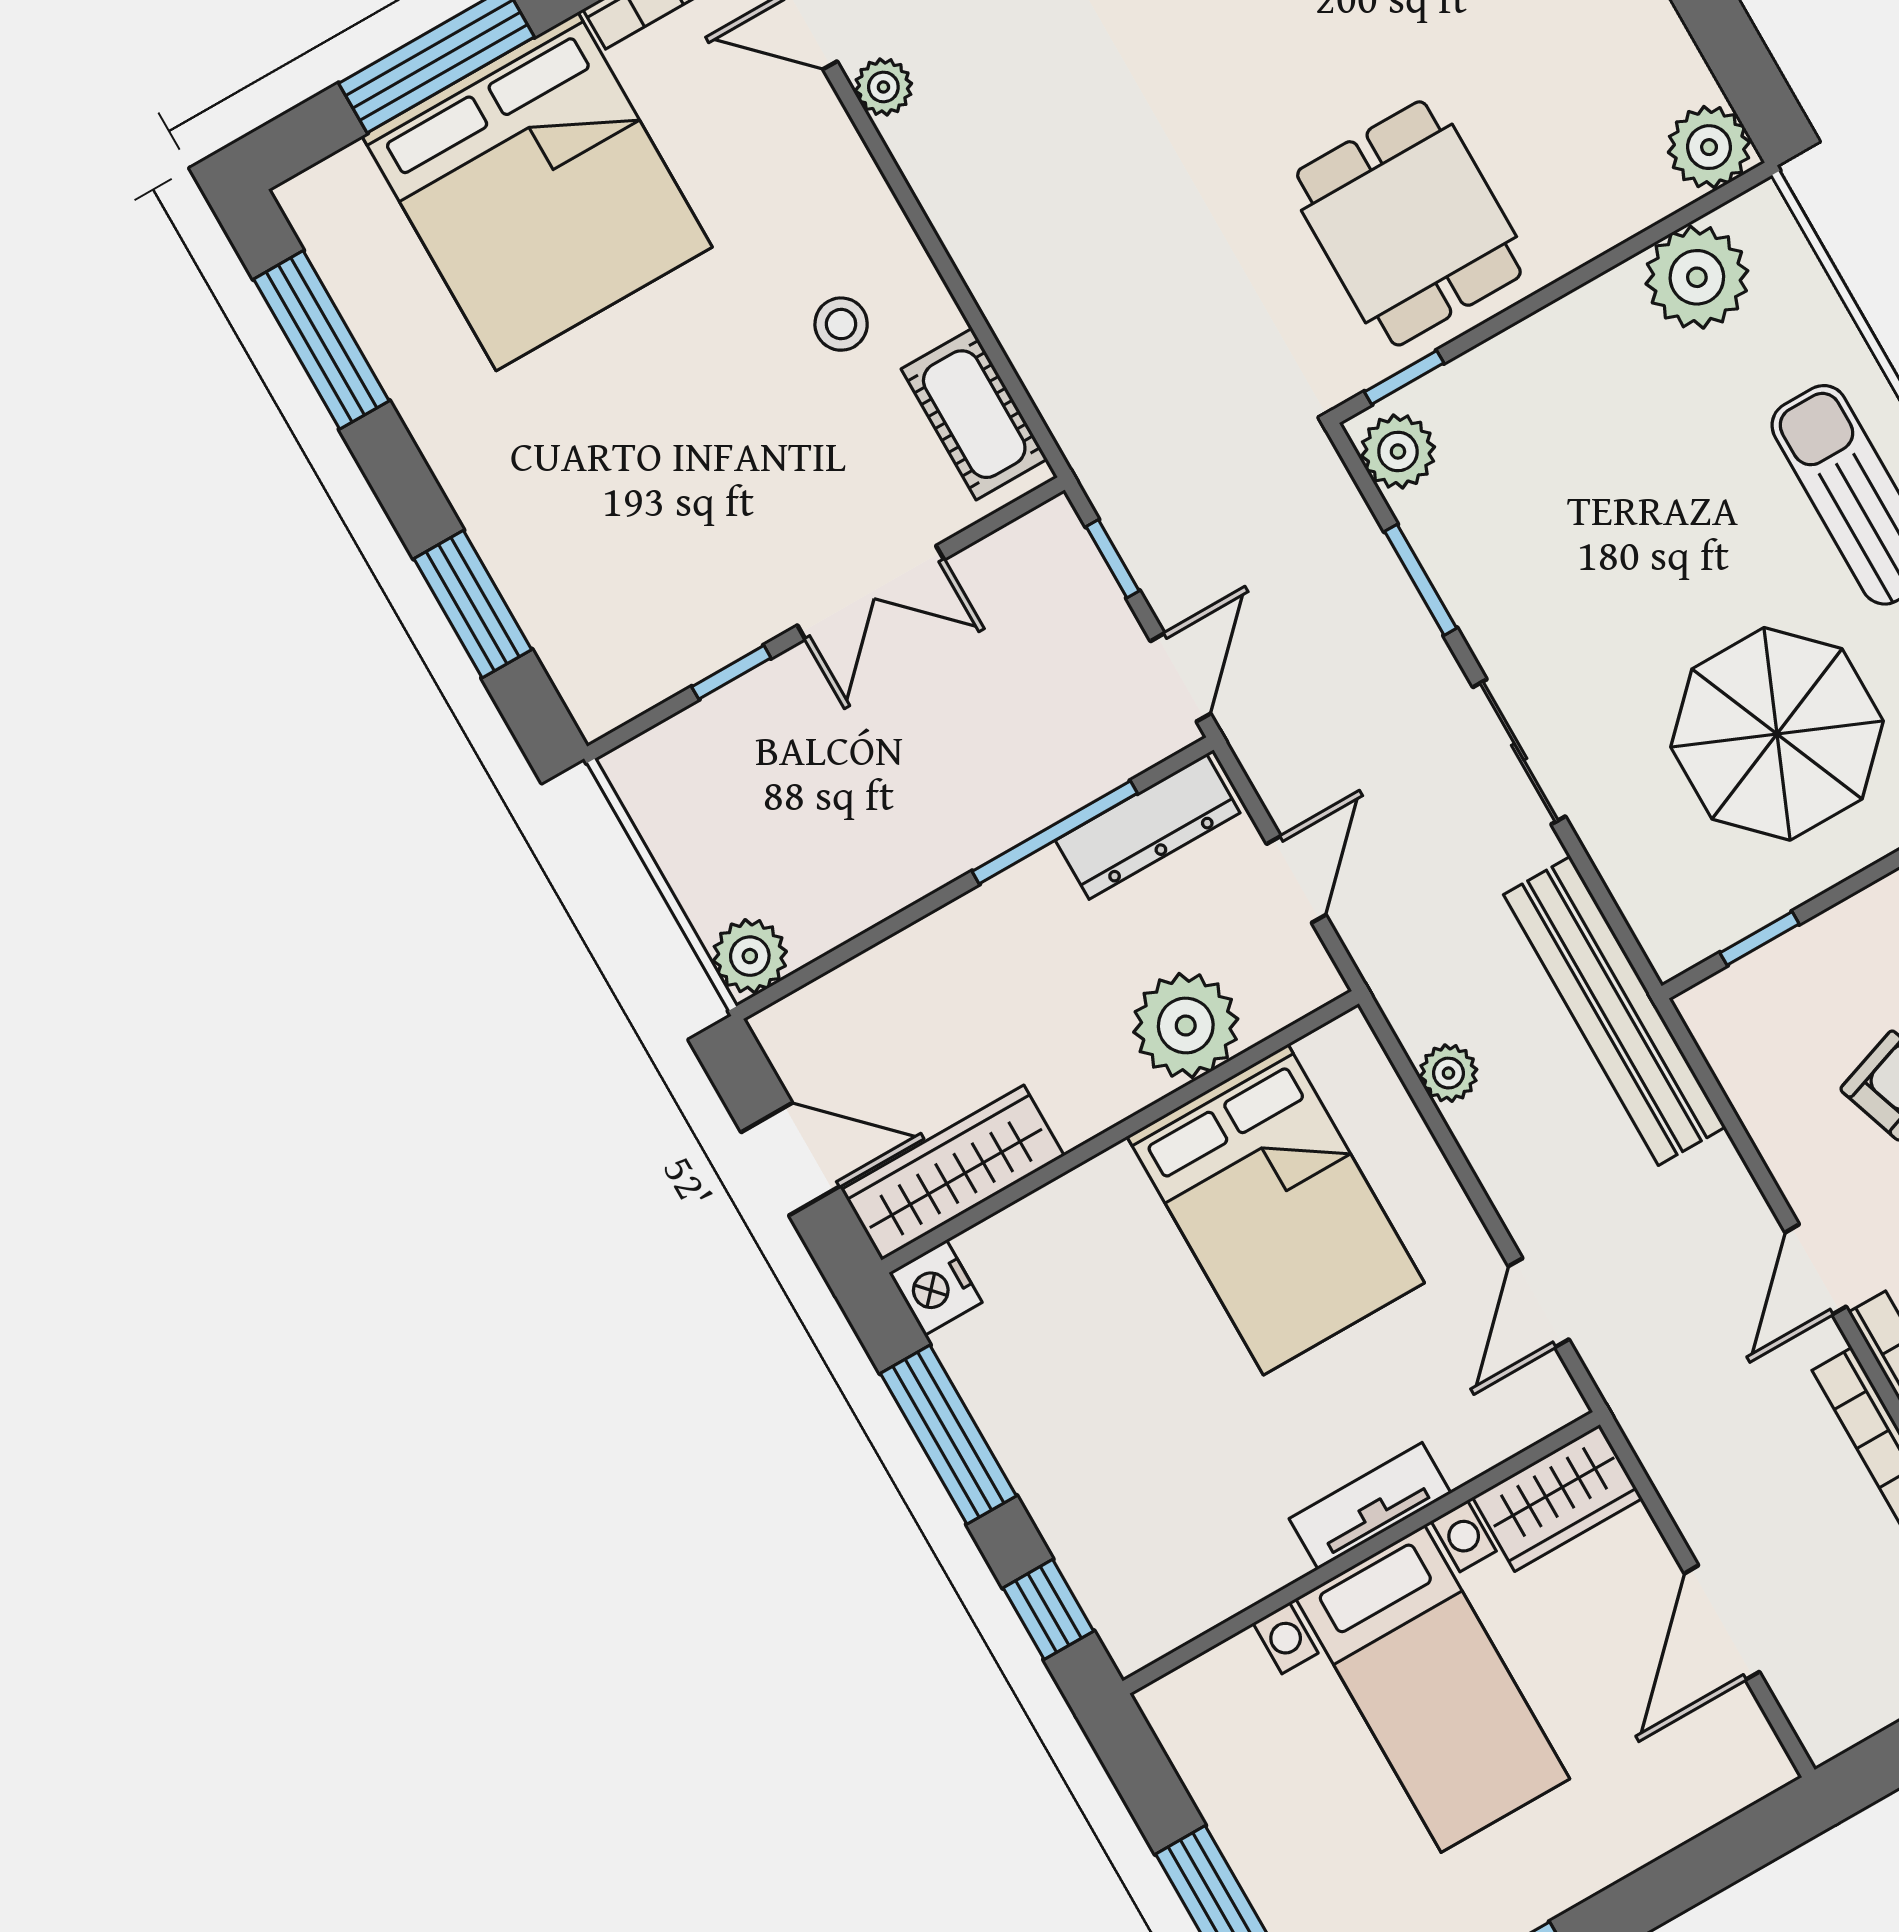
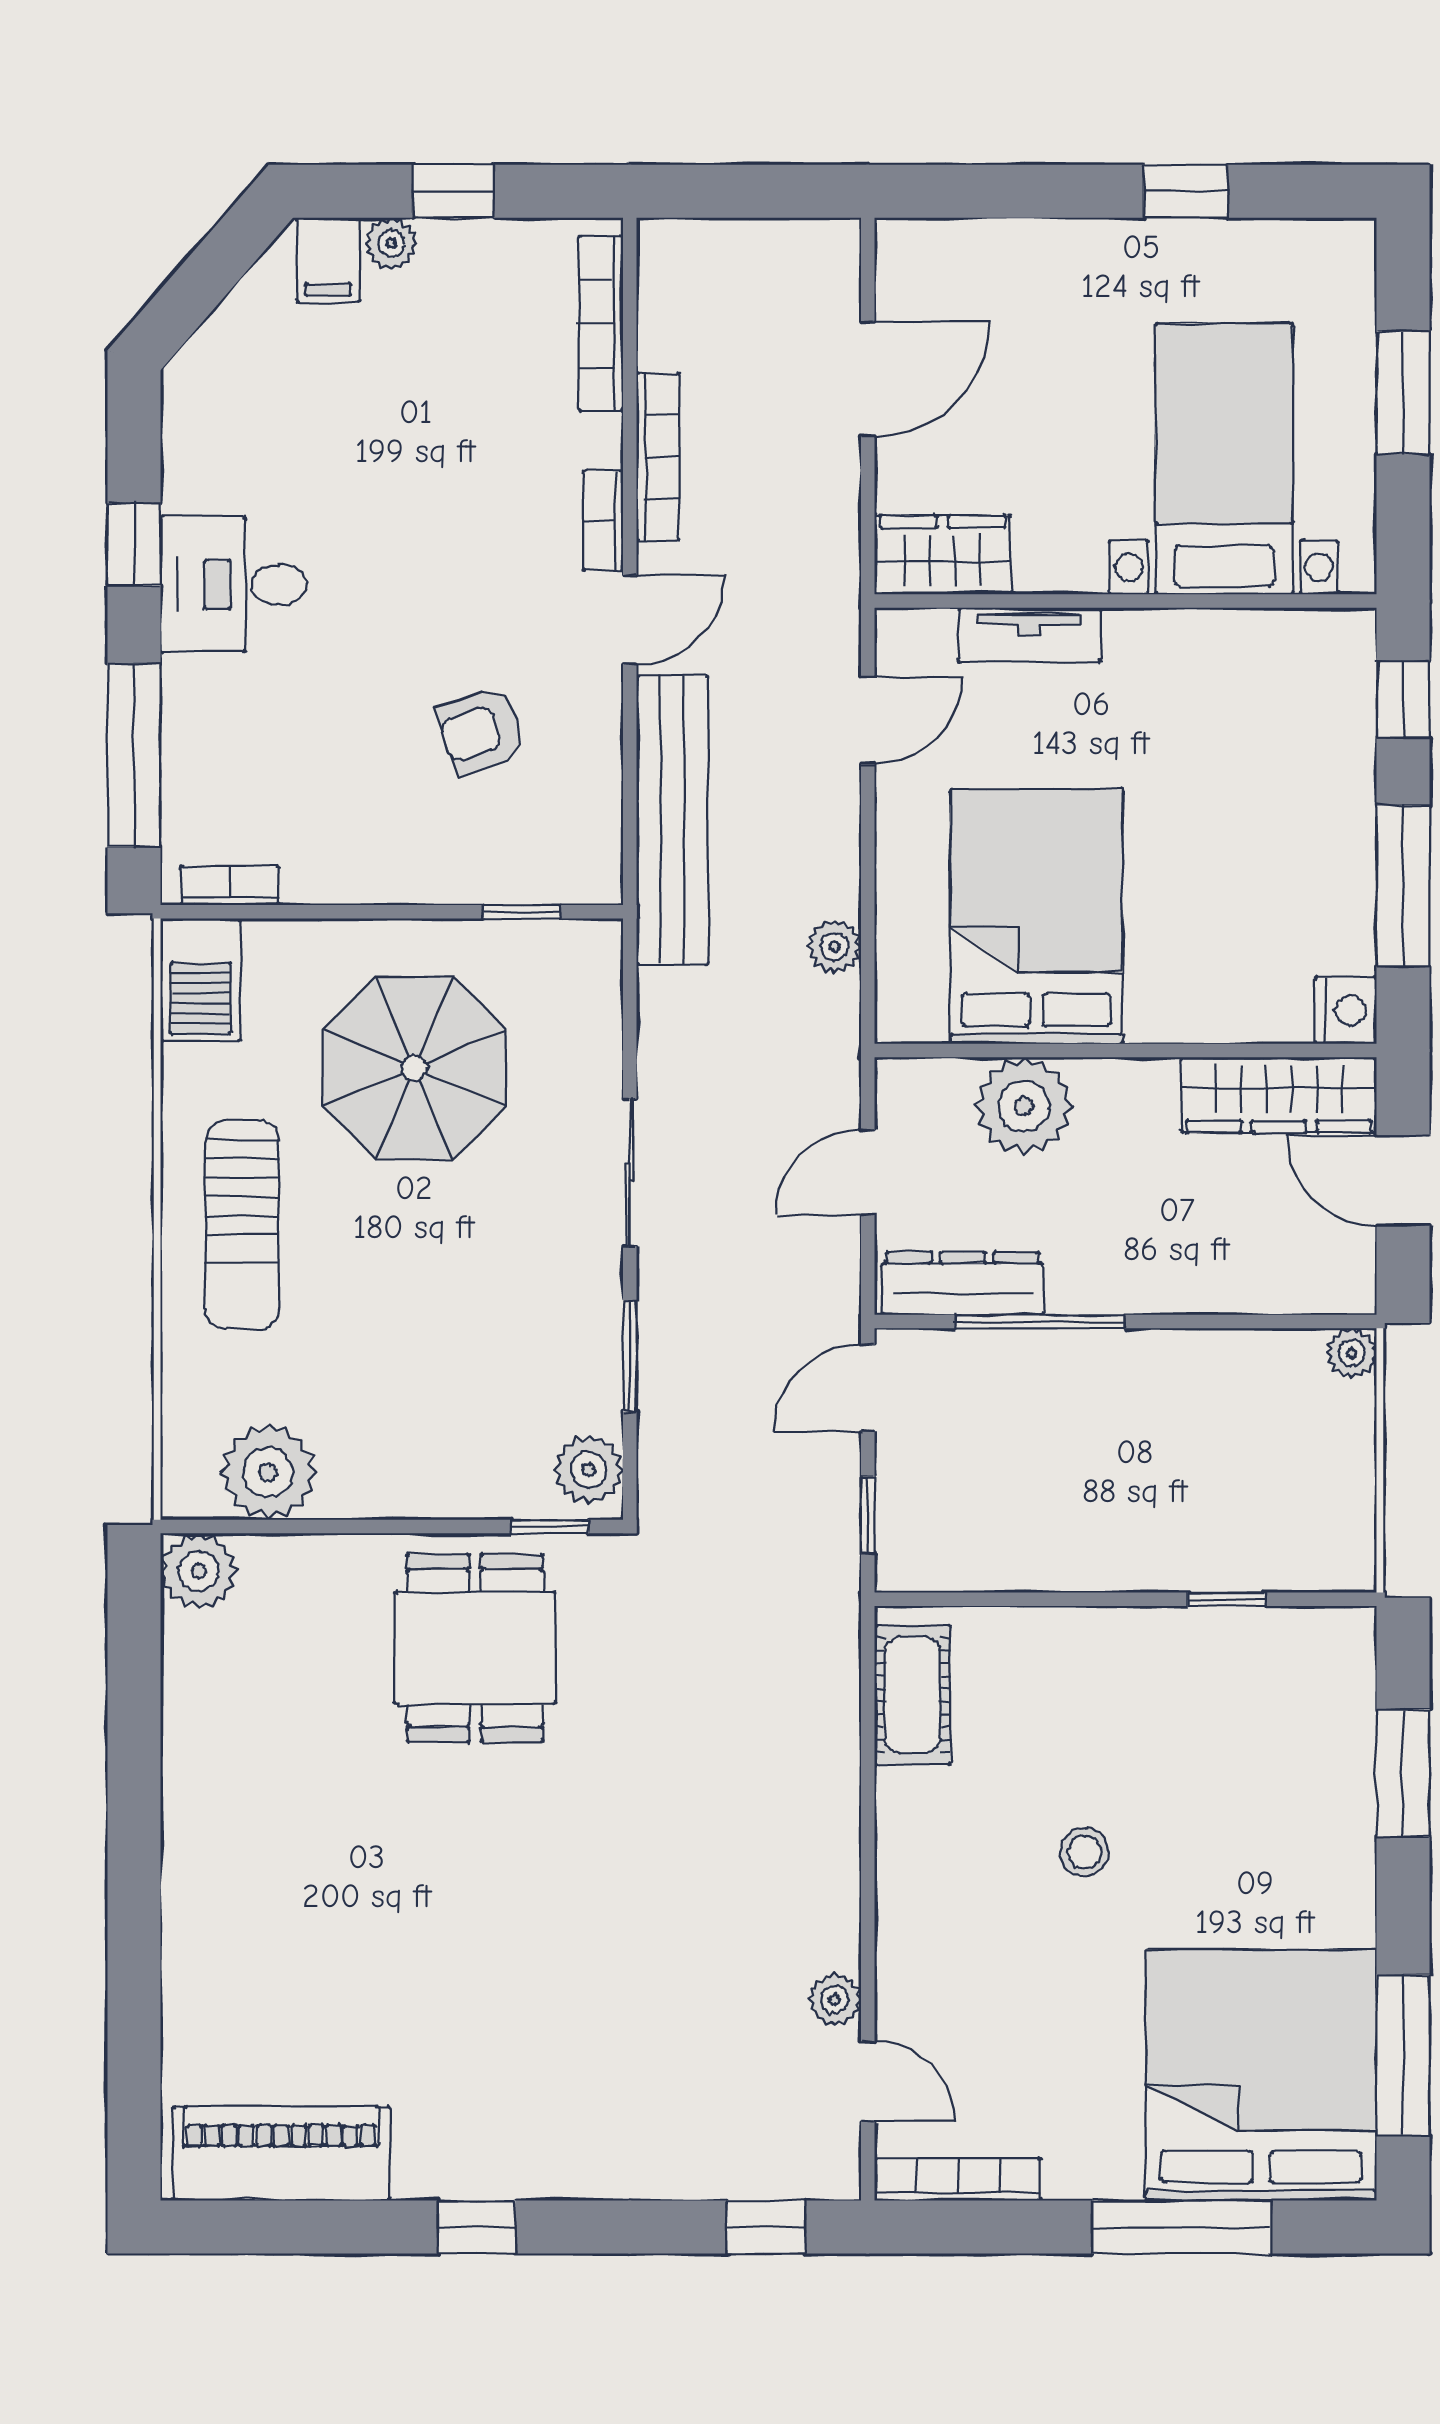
bed: (537, 191) -> (1261, 2075), moved
stool: (841, 324) -> (1085, 1852), moved
double door: (871, 592) -> (1078, 1599), removed
plant: (750, 956) -> (1352, 1353), width x0.73, depth x0.73
bench: (1615, 1011) -> (672, 820), moved
tv unit: (1370, 1506) -> (1030, 635), moved
bed with nightstands: (1433, 1689) -> (1224, 459), moved

